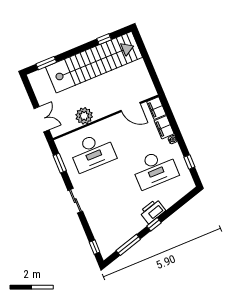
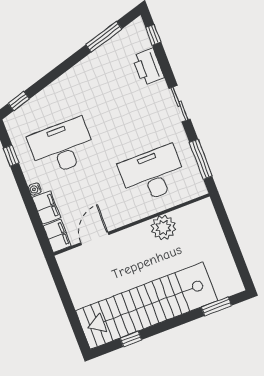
door: (131, 107) -> (95, 239), hinge flipped
double door: (42, 119) -> (226, 224), removed
window: (60, 163) -> (201, 159), width x1.44
printer: (153, 211) -> (148, 67), moved, turned 106
window: (154, 224) -> (19, 101), moved

